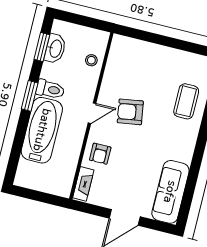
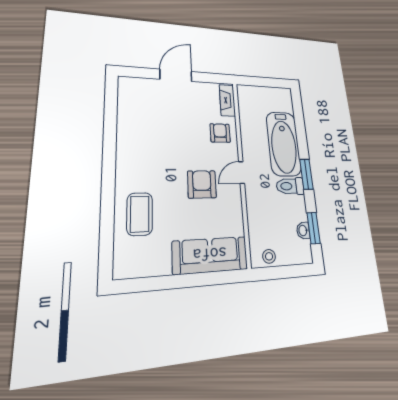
washbasin: (55, 49) -> (303, 230), width x0.52, depth x0.69
stool: (91, 60) -> (269, 256), moved
armchair: (130, 112) -> (202, 184), turned -81
sofa: (170, 192) -> (210, 255), moved, turned -90

